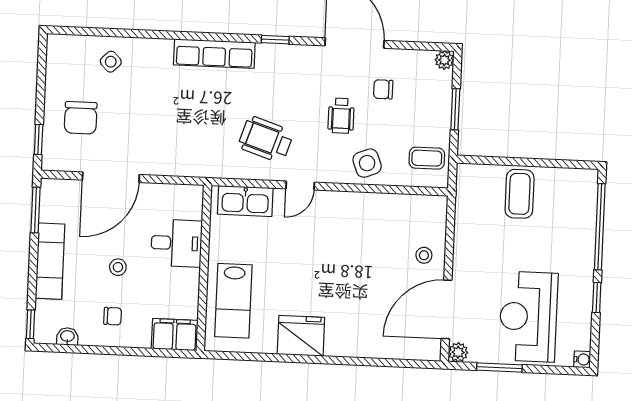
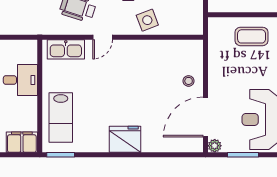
coffee table: (427, 158) -> (188, 15), removed
coffee table: (520, 194) -> (252, 36), turned 90
fridge: (301, 336) -> (125, 139), moved
window: (231, 356) -> (61, 155), added

